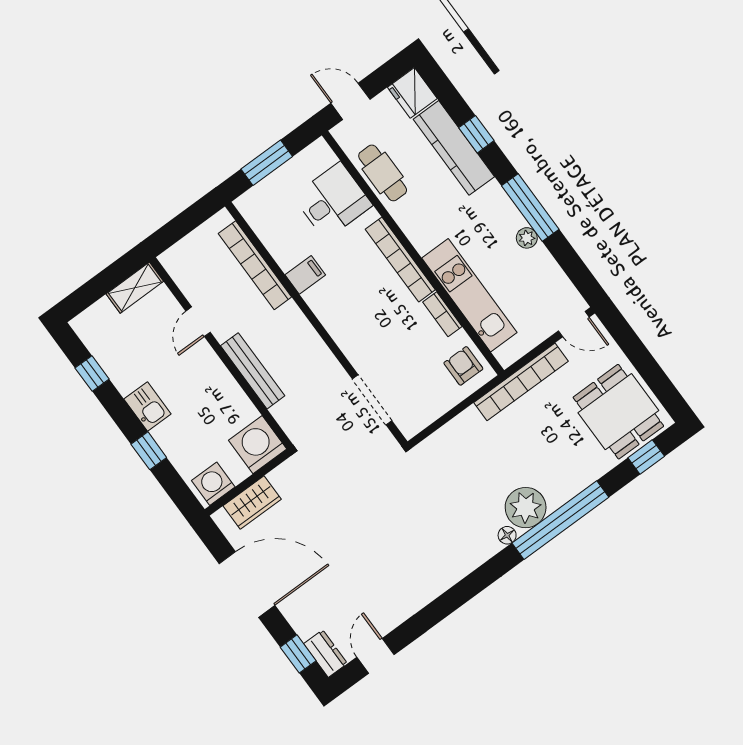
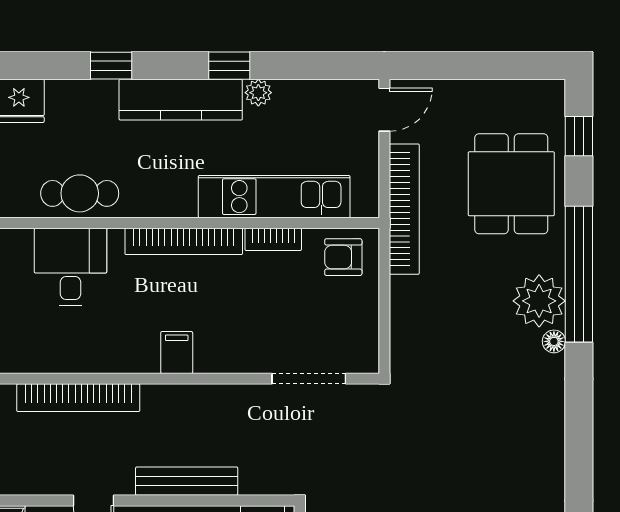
kitchen counter: (454, 148) -> (181, 100), moved
window: (530, 208) -> (229, 66), width x0.46
filing cabinet: (305, 275) -> (177, 352), moved
dining table: (618, 412) -> (511, 184), moved, turned 90

